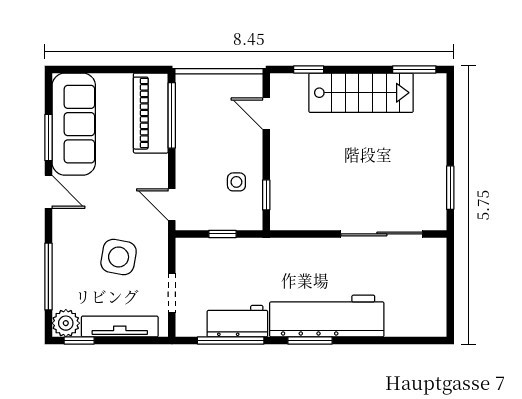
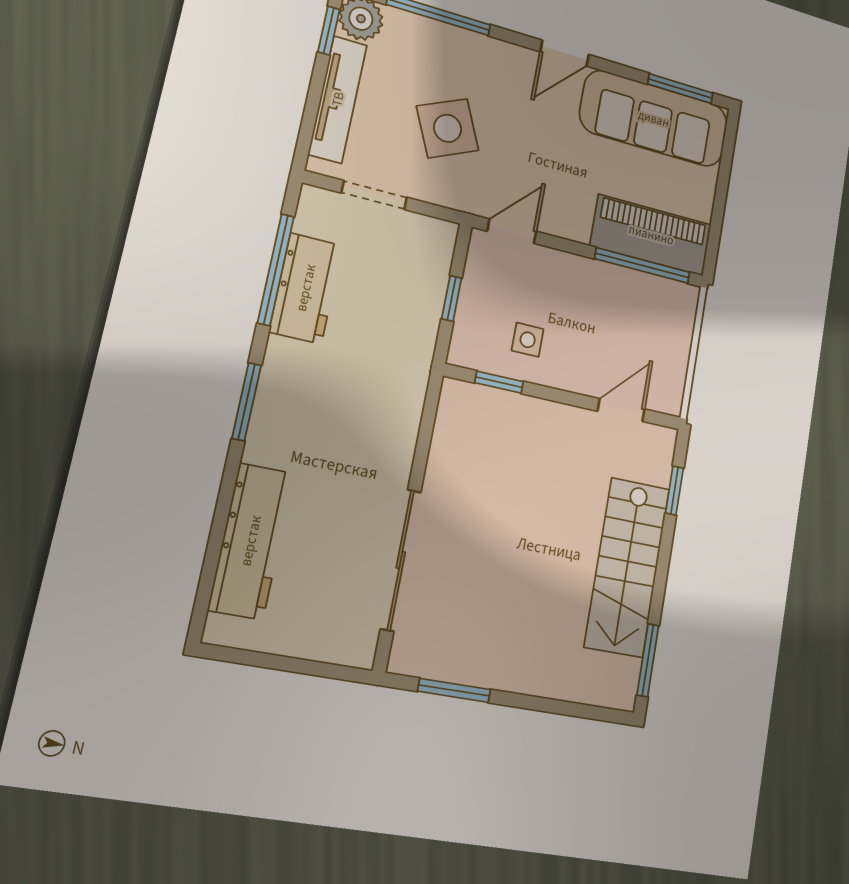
window: (48, 137) -> (680, 89), moved
side table: (119, 257) -> (448, 128), turned -34
workbench: (327, 316) -> (251, 541), moved, width x0.73, depth x0.76

